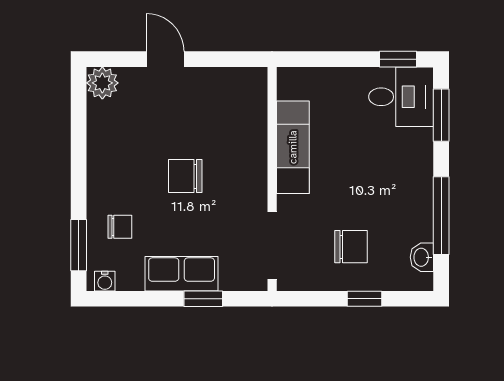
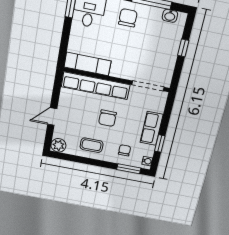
row of seats: (251, 138) -> (96, 86), added
exam couch: (293, 147) -> (88, 64), moved
coffee table: (117, 154) -> (92, 145), added
chair: (351, 247) -> (128, 18), moved
window: (203, 299) -> (160, 143), moved

